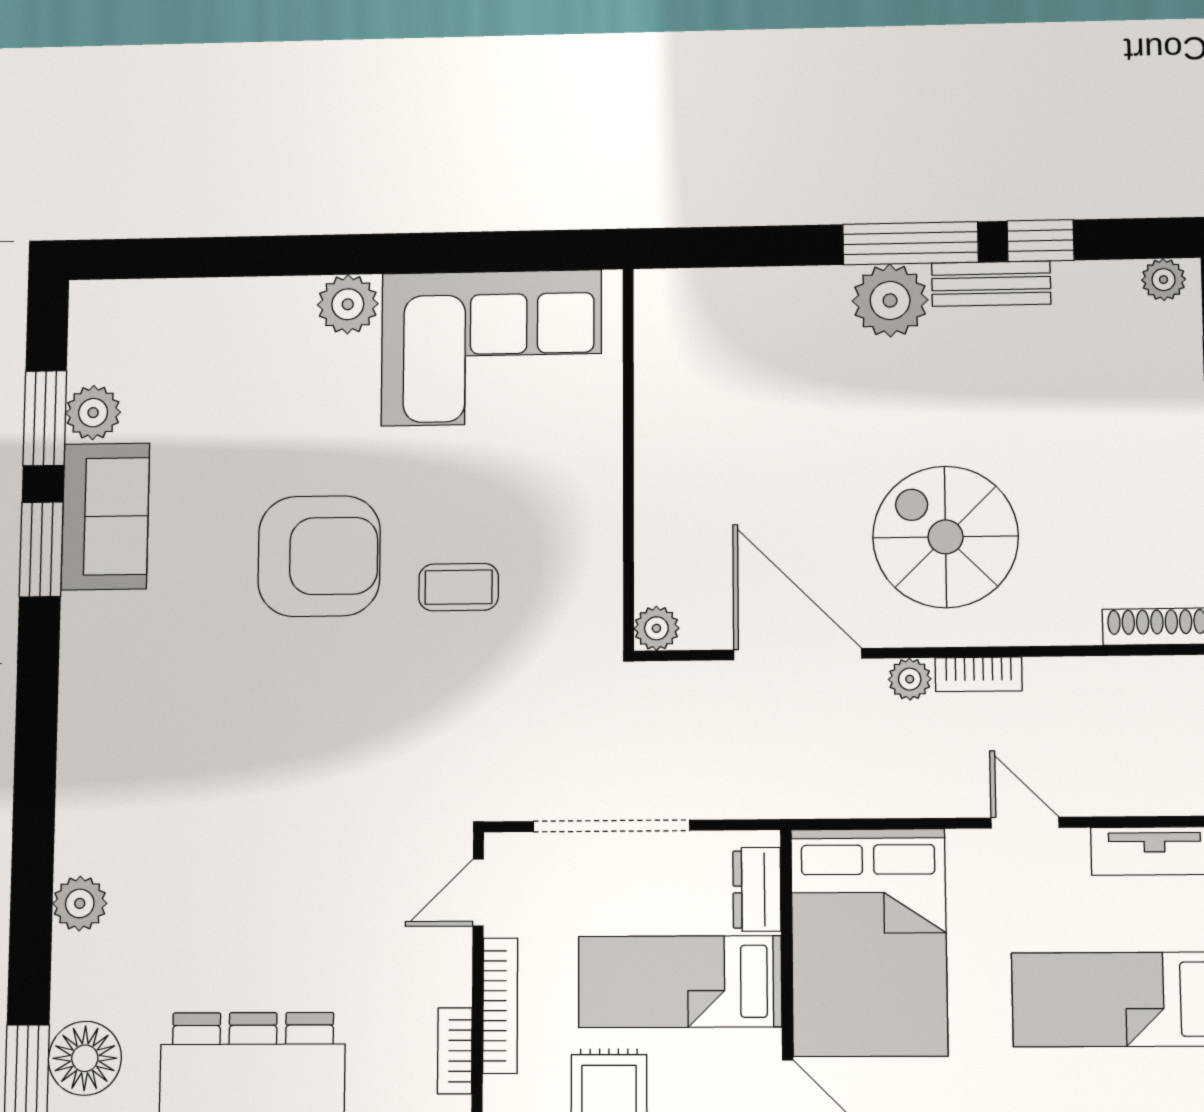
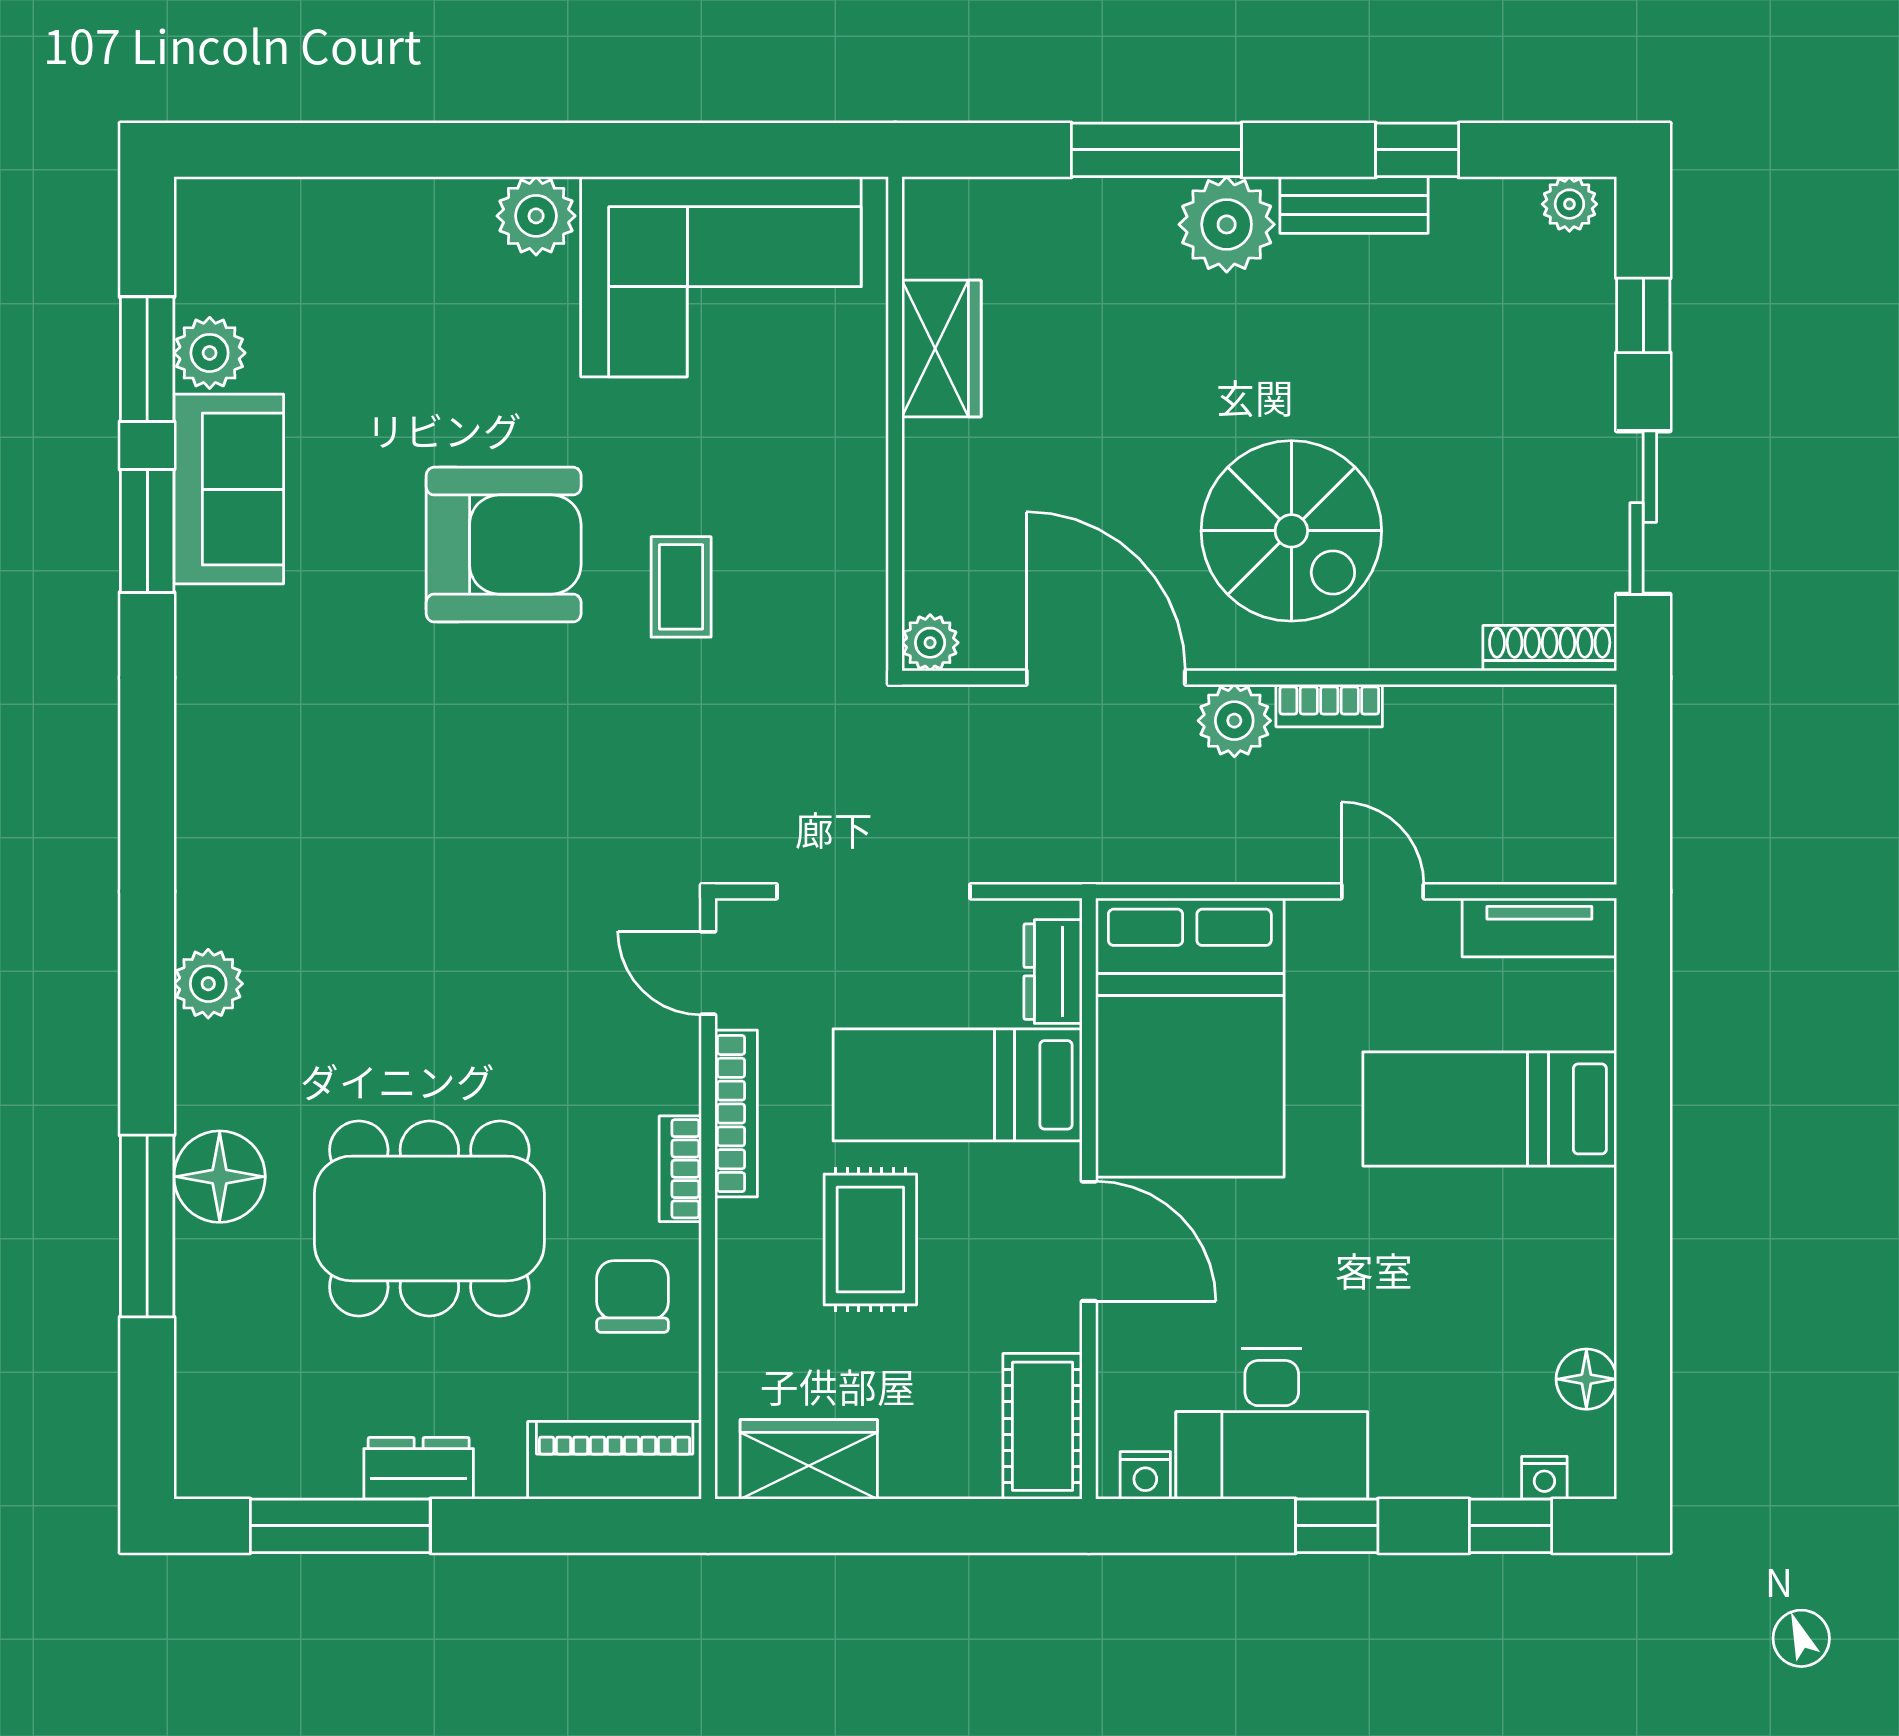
window: (910, 243) -> (1156, 150), moved
wardrobe: (665, 400) -> (941, 349), added
spiral stairs: (946, 537) -> (1291, 531), turned 180
coffee table: (459, 587) -> (681, 587), turned 90
plant: (910, 679) -> (1234, 721), width x1.38, depth x1.38
door: (478, 892) -> (708, 973), hinge flipped

